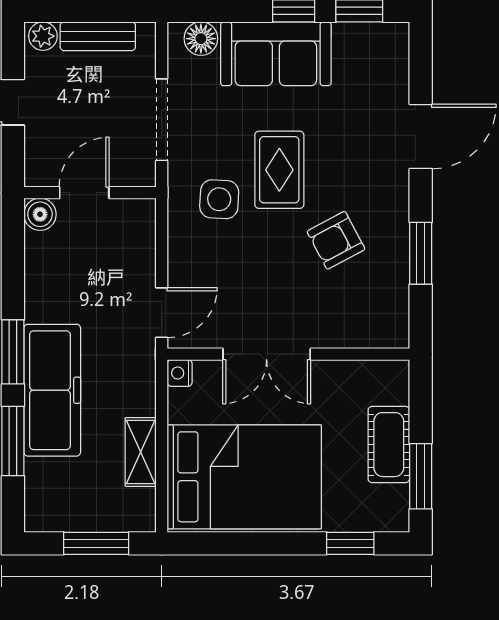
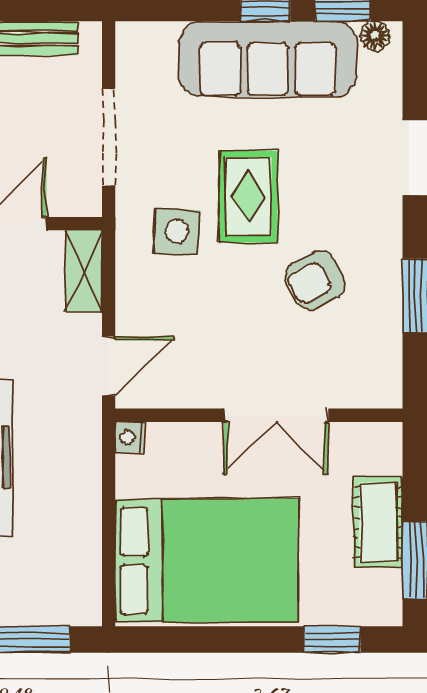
floor lamp: (201, 39) -> (375, 36), moved, width x0.73, depth x0.73
sofa: (276, 54) -> (268, 59), width x1.36
double door: (267, 354) -> (276, 415), moved
shelving: (141, 452) -> (84, 271), moved

